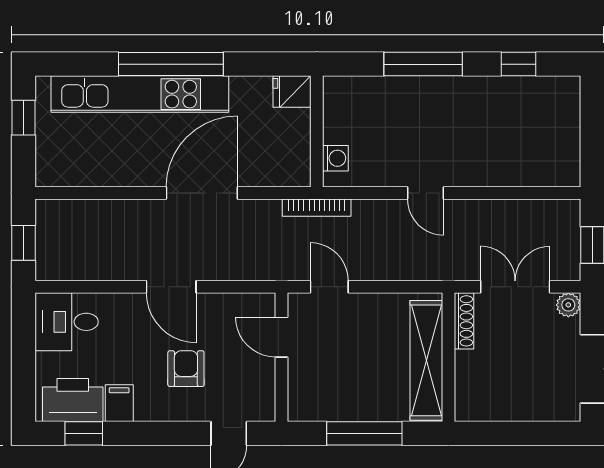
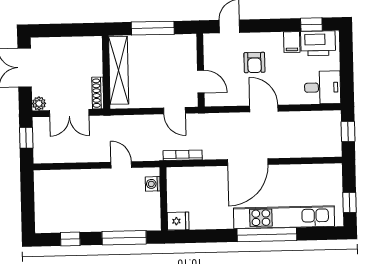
fridge: (292, 92) -> (178, 221), moved
wall: (317, 131) -> (164, 199), moved
washing machine: (335, 158) -> (153, 184), moved

